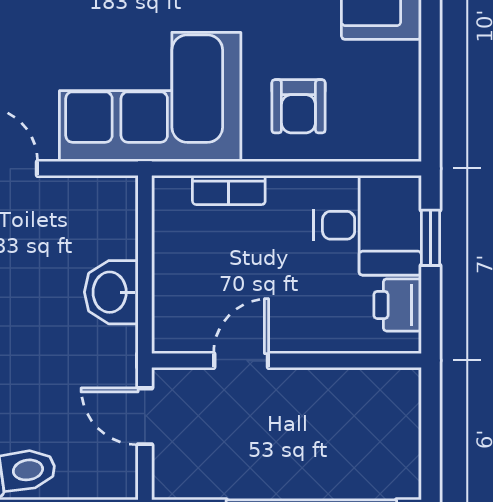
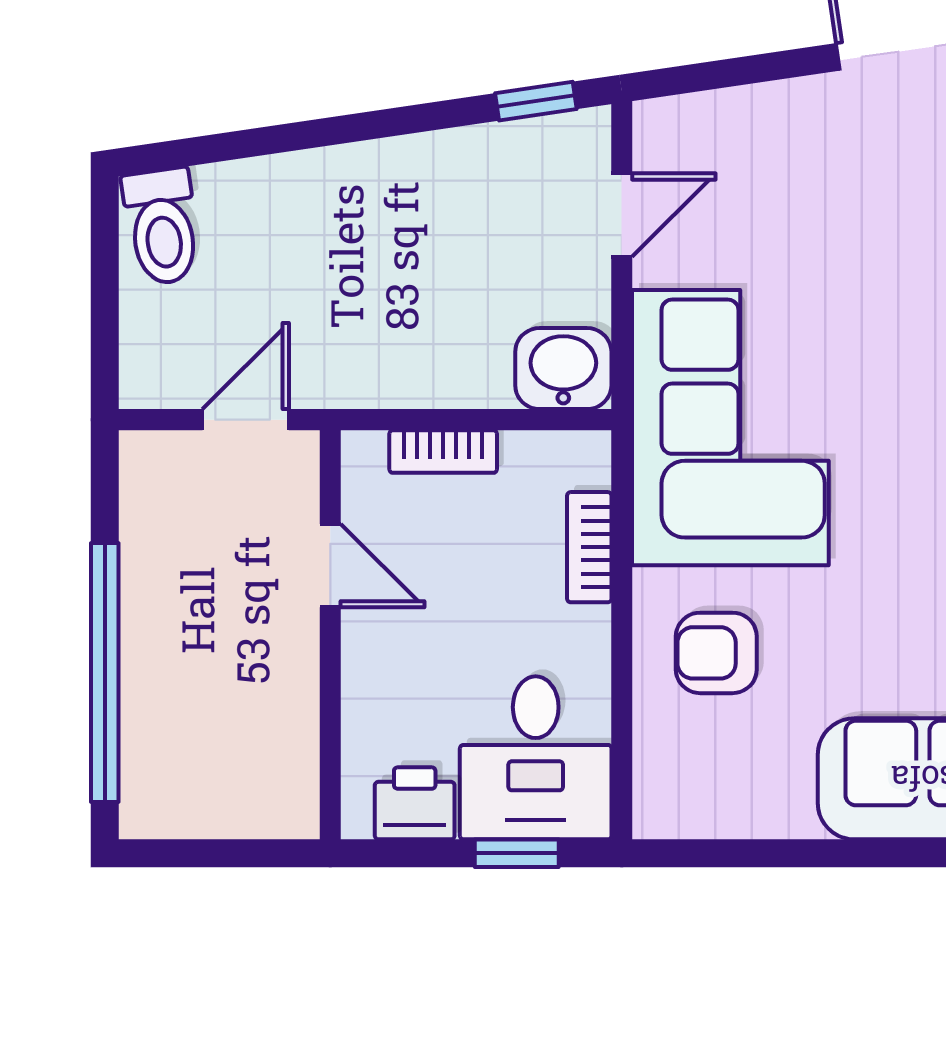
bookcase: (166, 286) -> (443, 452), added
washbasin: (111, 292) -> (563, 369), moved

